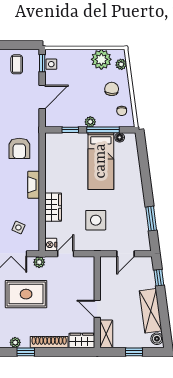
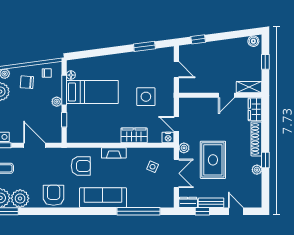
shelving: (151, 311) -> (228, 47), removed

